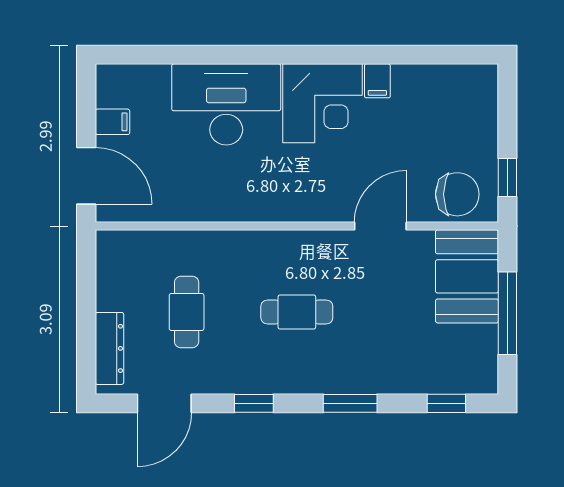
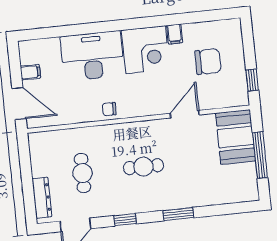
chair: (457, 194) -> (208, 62), moved
chair: (246, 203) -> (109, 109), added
window: (446, 403) -> (232, 208), removed

